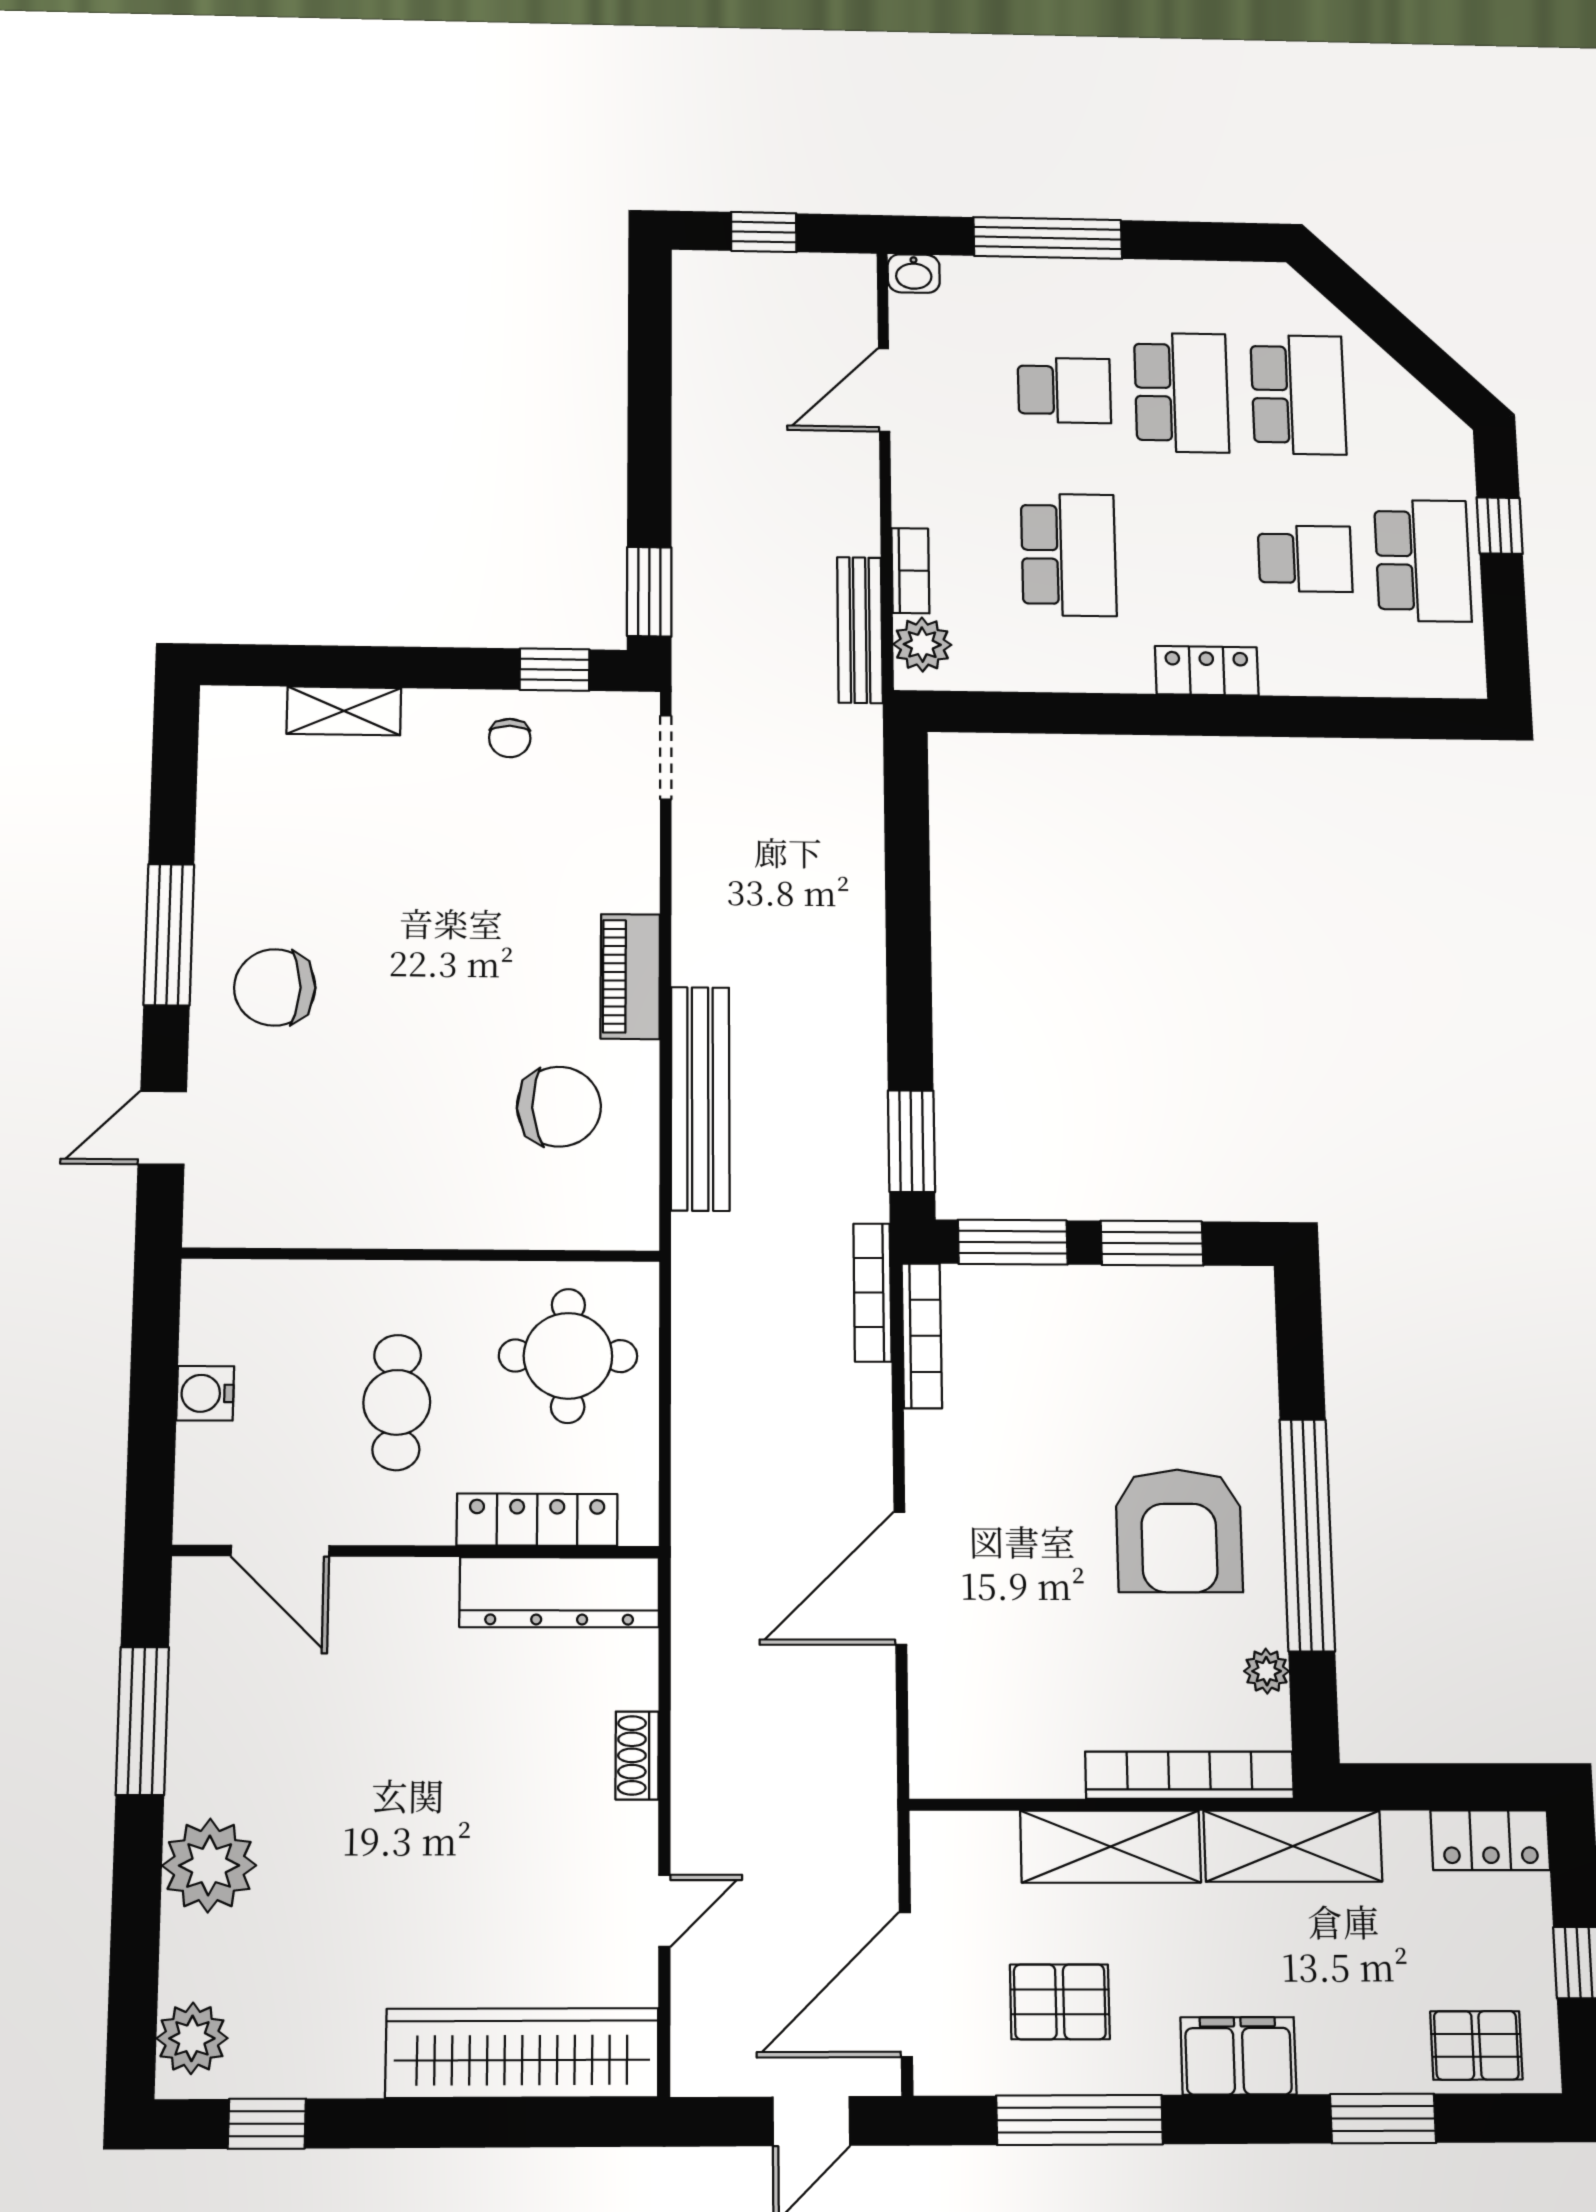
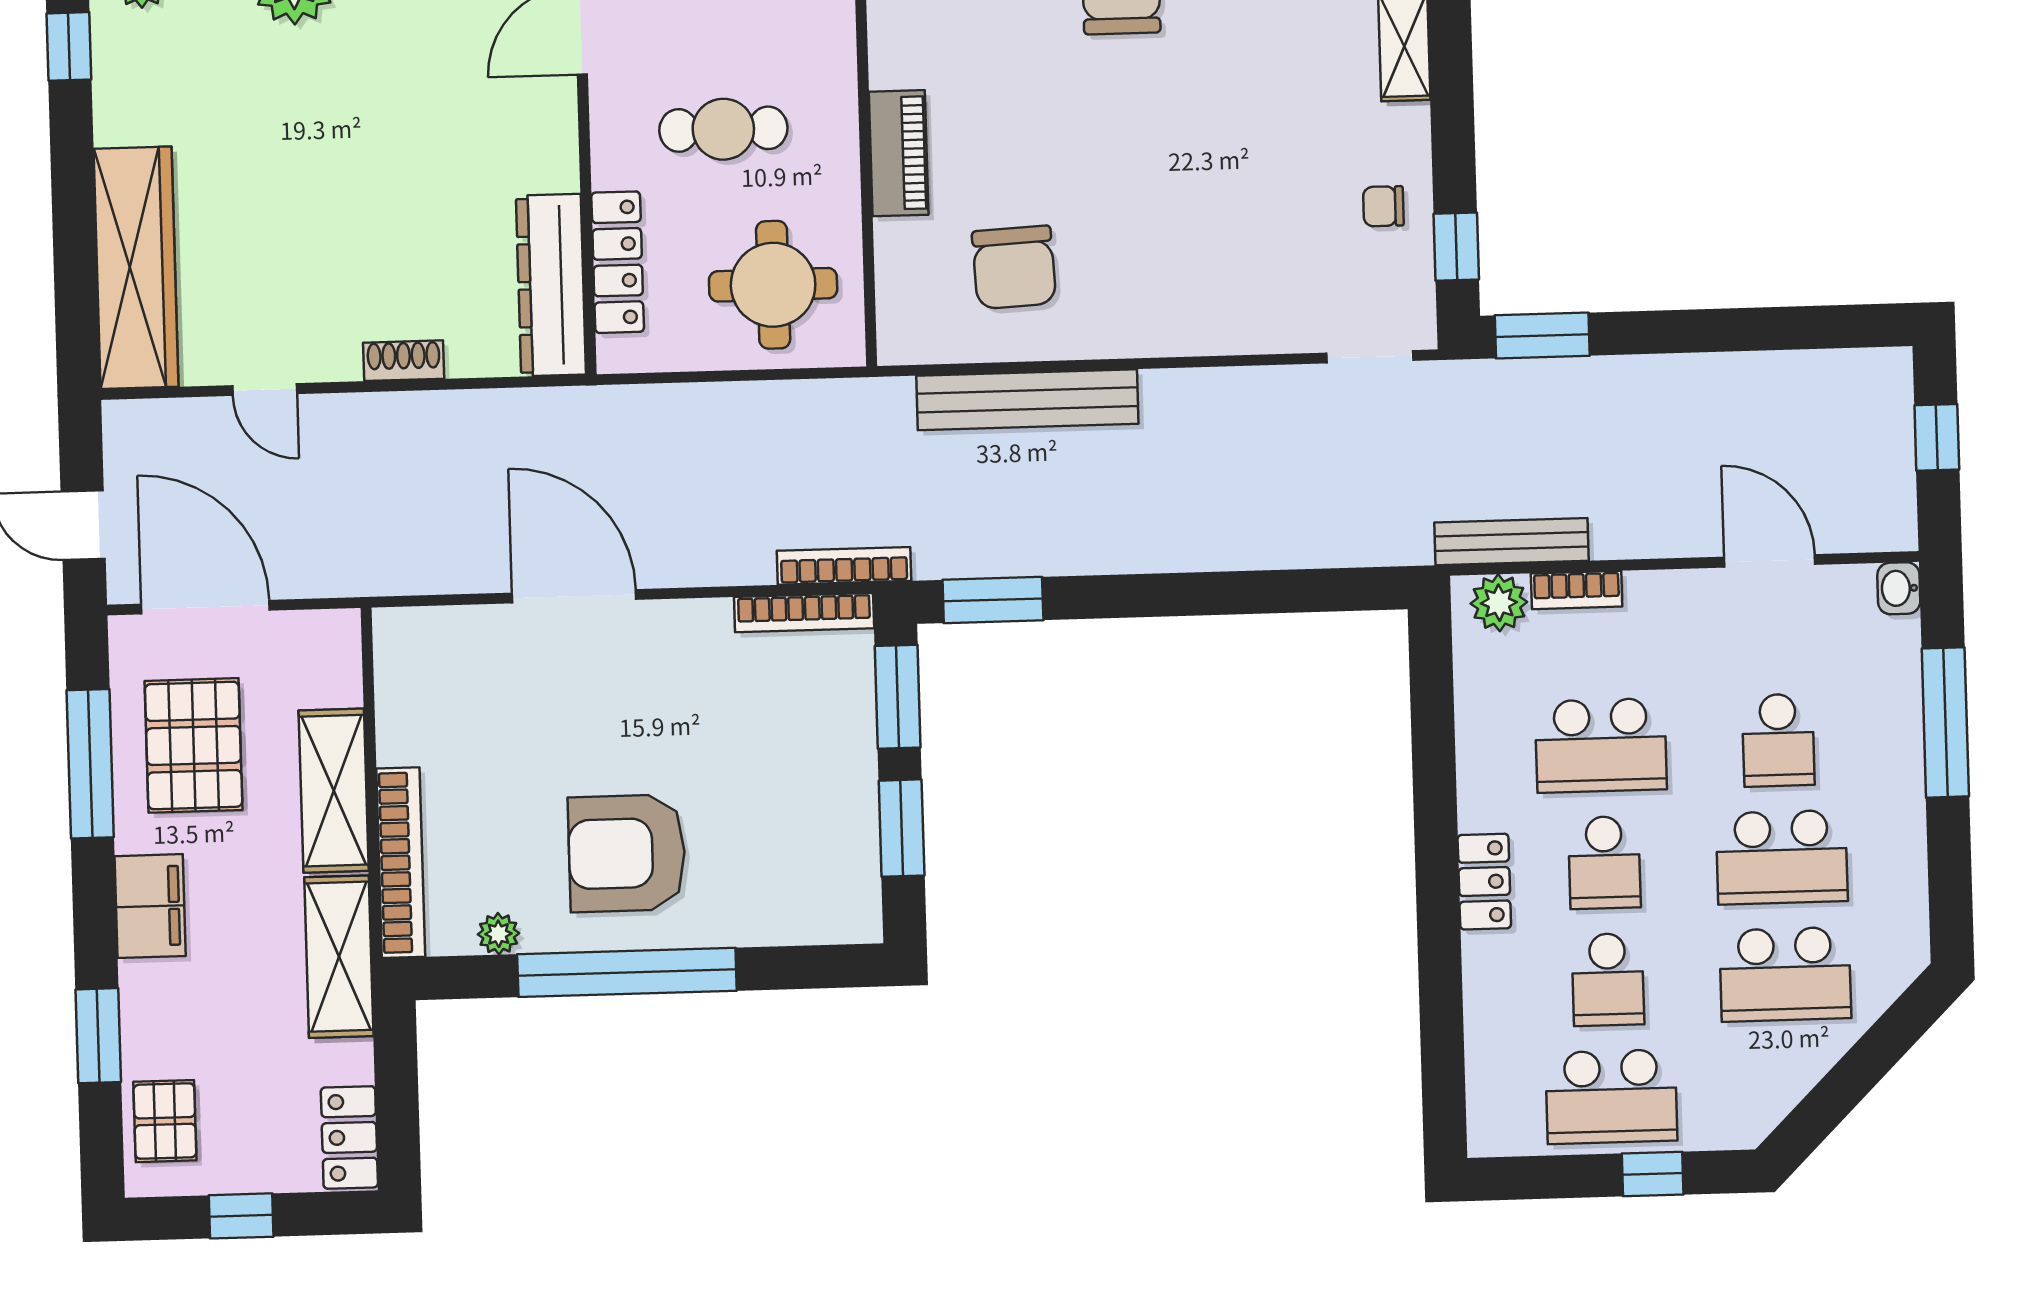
school desk: (1187, 557) -> (1604, 862), added
piano: (630, 976) -> (899, 153), moved, turned 90
pallet: (1060, 2002) -> (194, 745), width x1.50, depth x1.42

